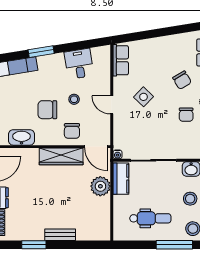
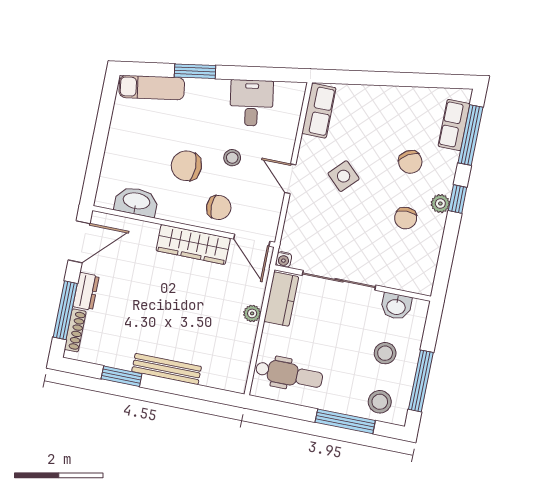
chair: (72, 131) -> (219, 207), turned -90
plant: (100, 186) -> (252, 313), width x0.53, depth x0.53
dental chair: (150, 218) -> (289, 374), moved
bench: (60, 235) -> (167, 369), width x1.36

